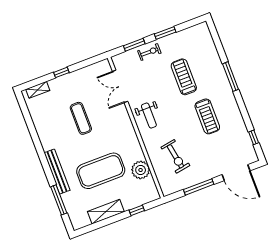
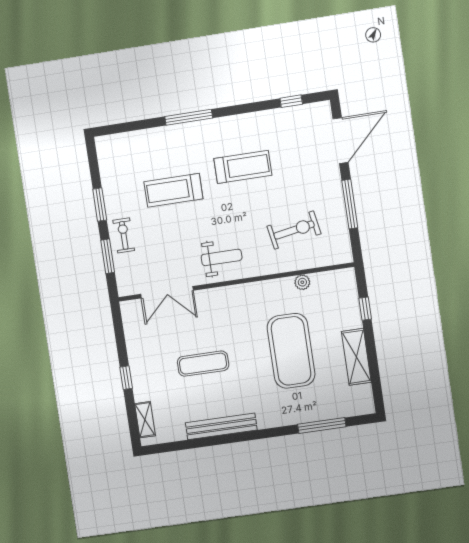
plant: (141, 170) -> (302, 282), width x0.53, depth x0.53
bench: (57, 172) -> (221, 426), moved

